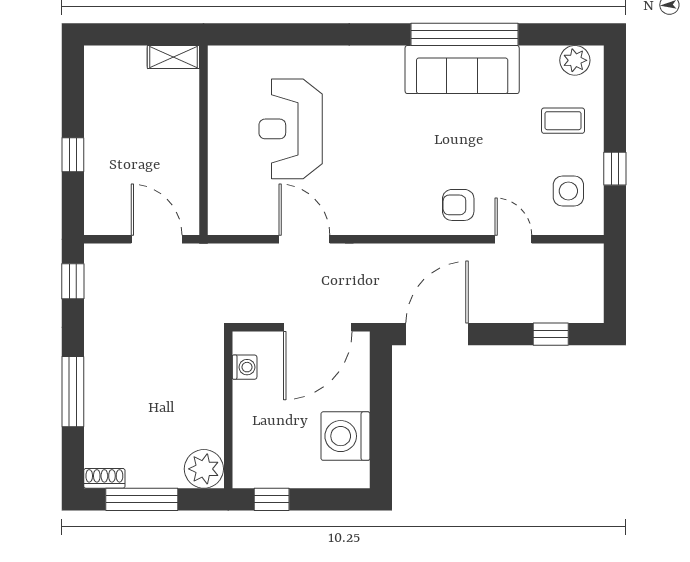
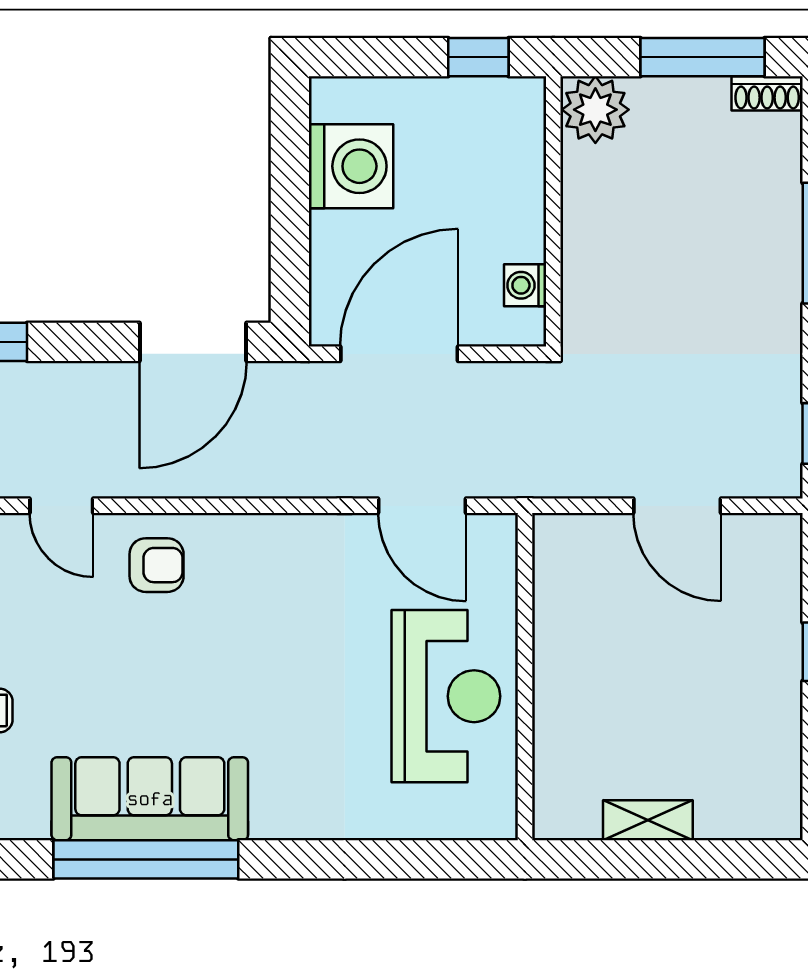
wall: (203, 140) -> (525, 677), moved

